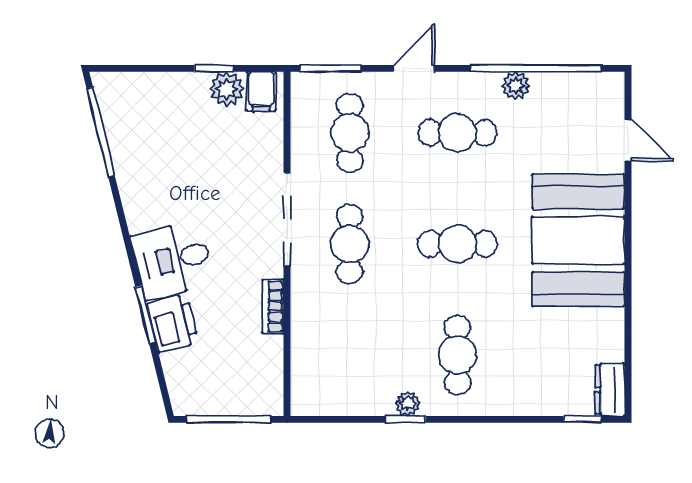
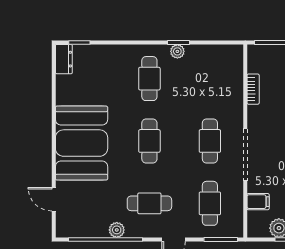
filing cabinet: (261, 91) -> (258, 202), moved, turned 90
cafe table: (457, 244) -> (149, 141), turned 90
bookcase: (273, 306) -> (253, 89), moved

